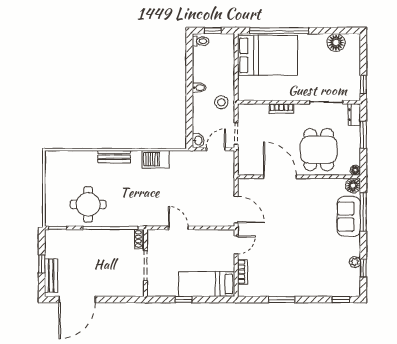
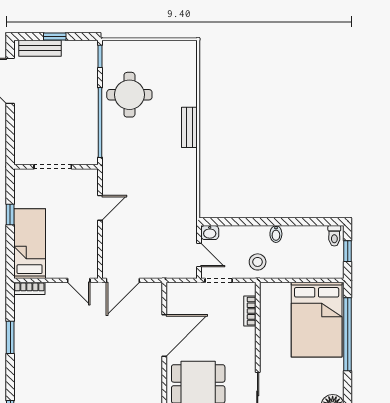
bookcase: (282, 108) -> (250, 311), moved
barbecue: (156, 159) -> (186, 179), removed
shoe rack: (139, 239) -> (86, 159), removed
bookcase: (243, 272) -> (29, 288), moved

